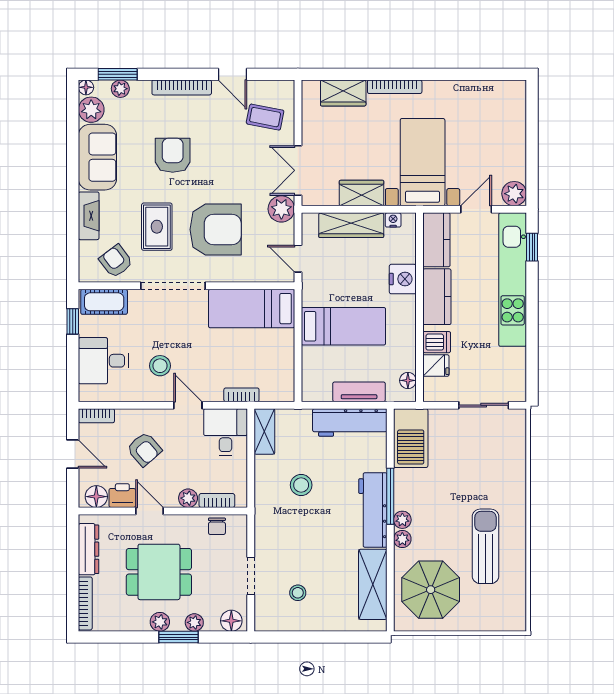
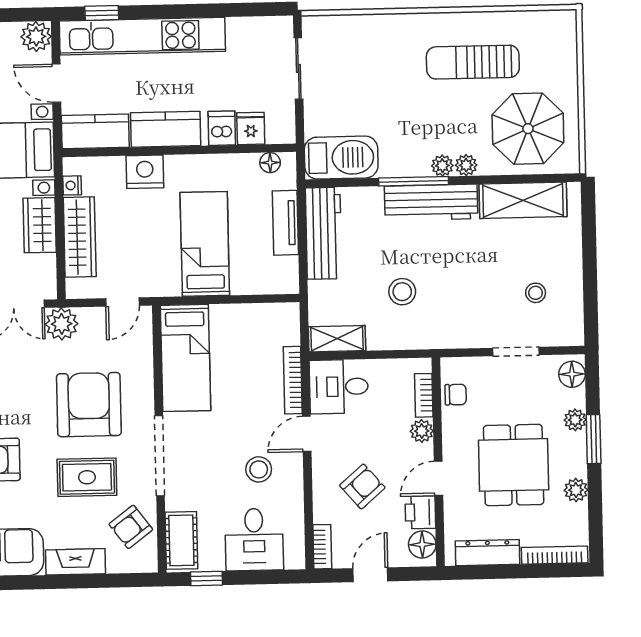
bookcase: (241, 395) -> (293, 380), width x1.56
plant: (160, 622) -> (576, 490), moved

